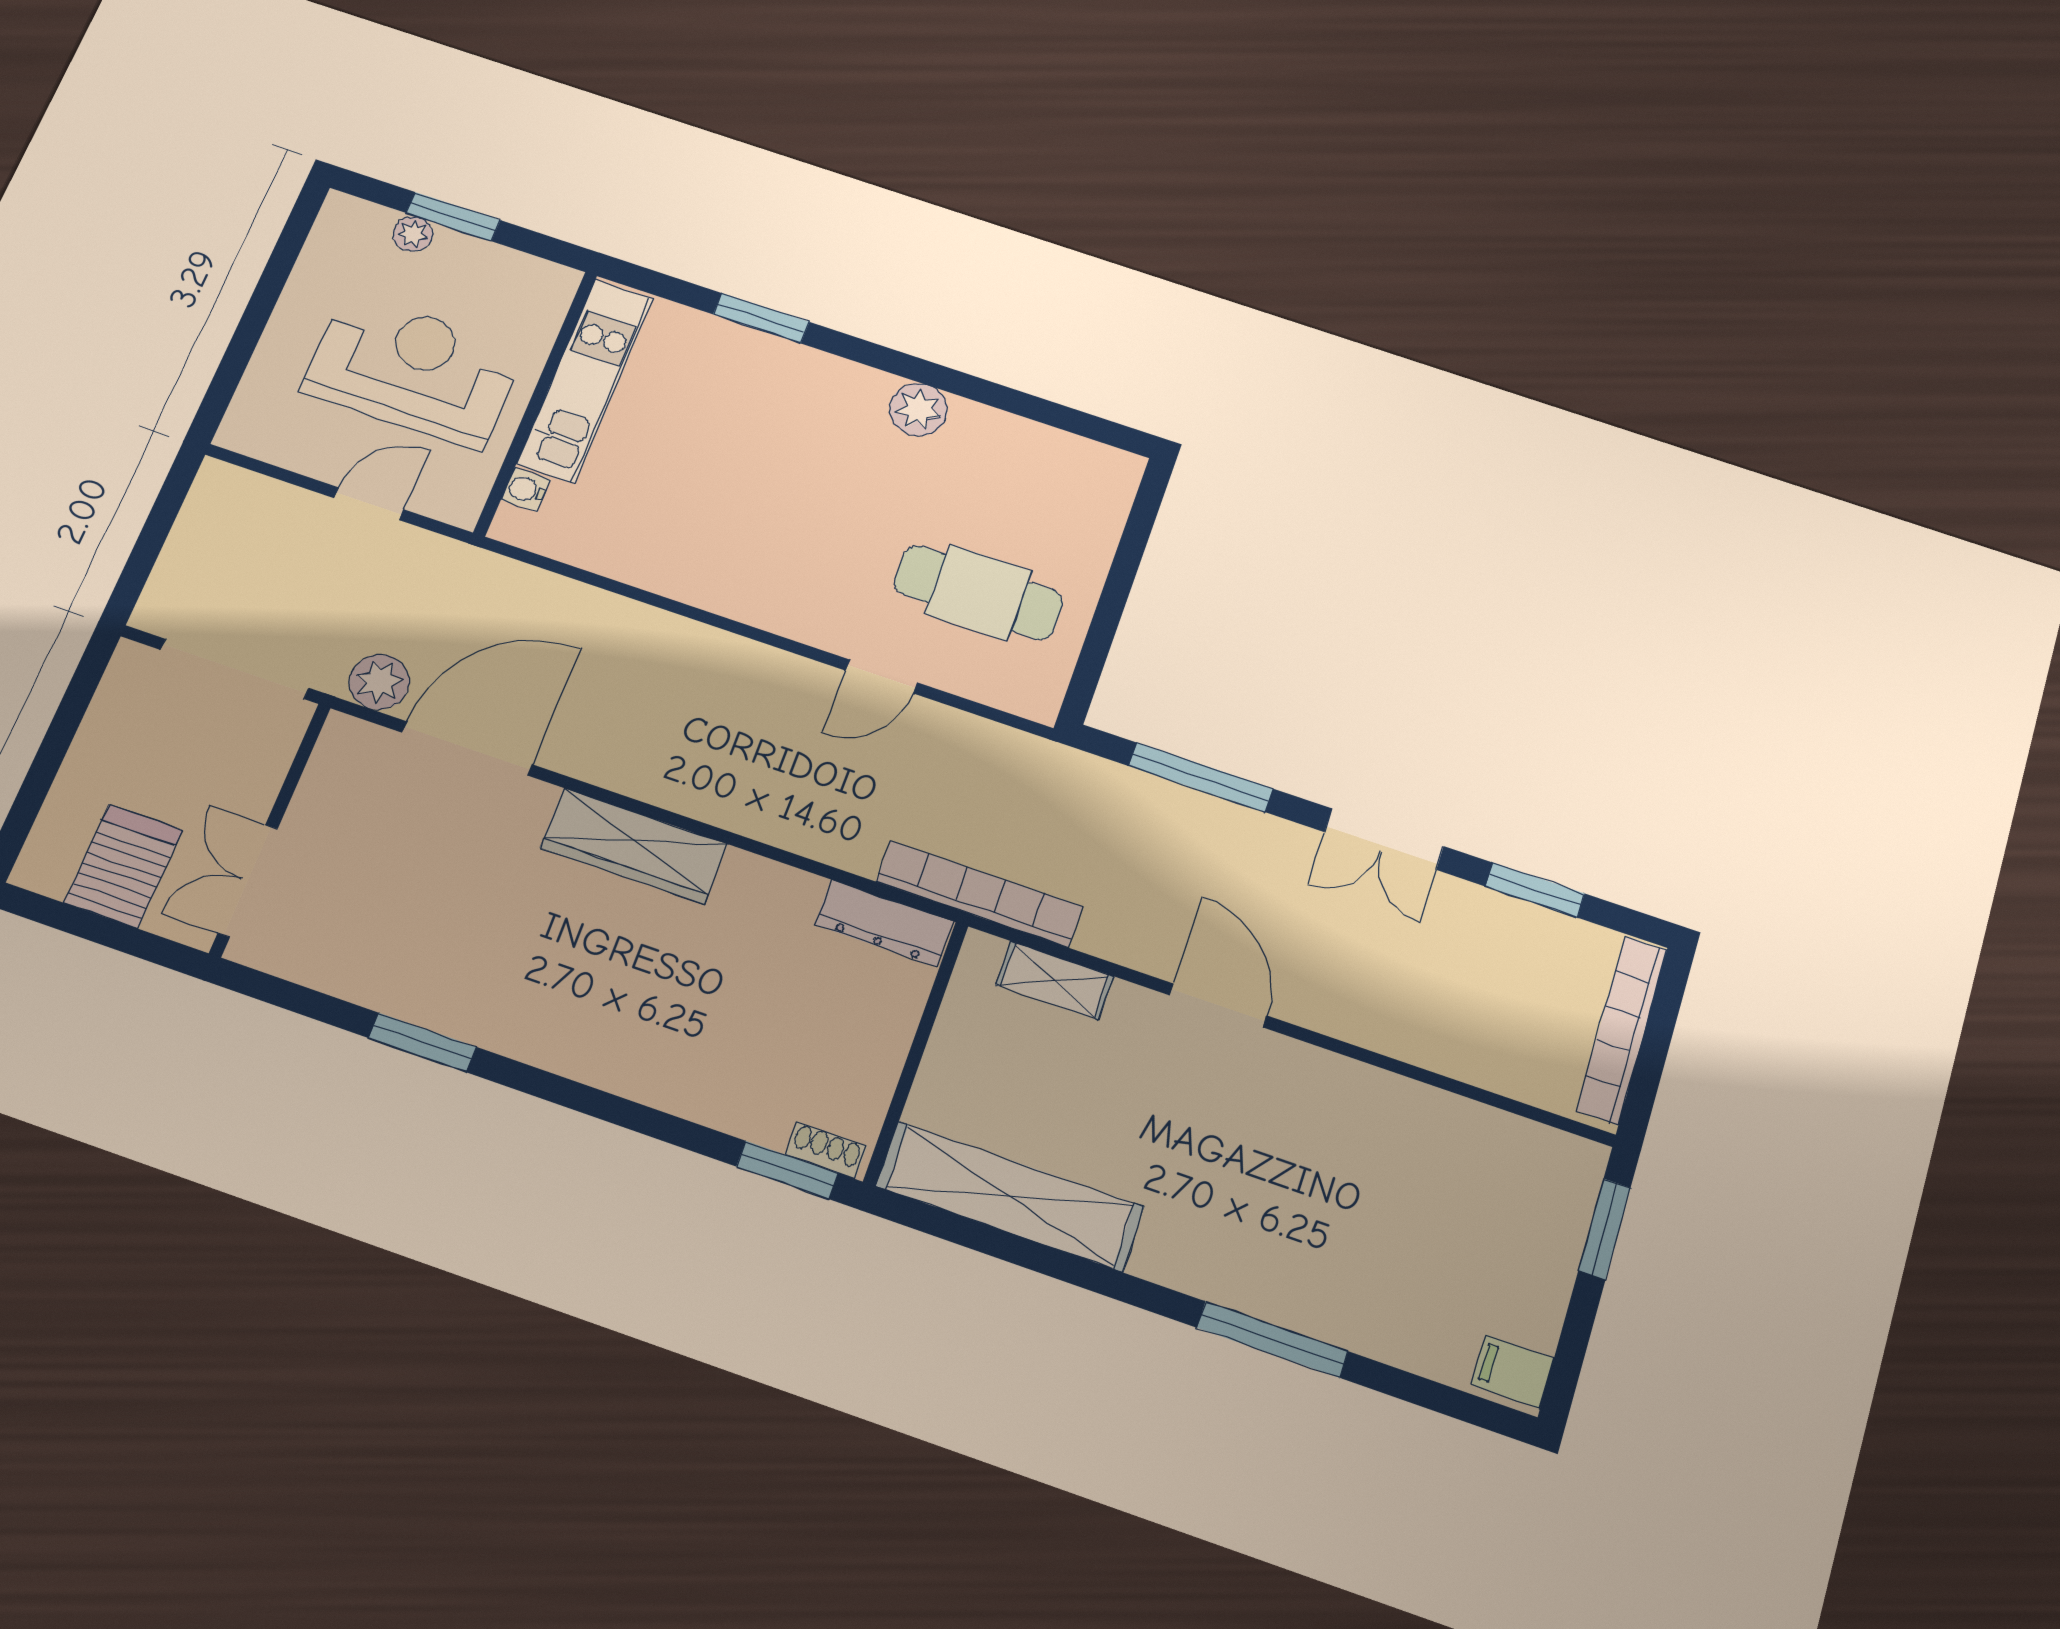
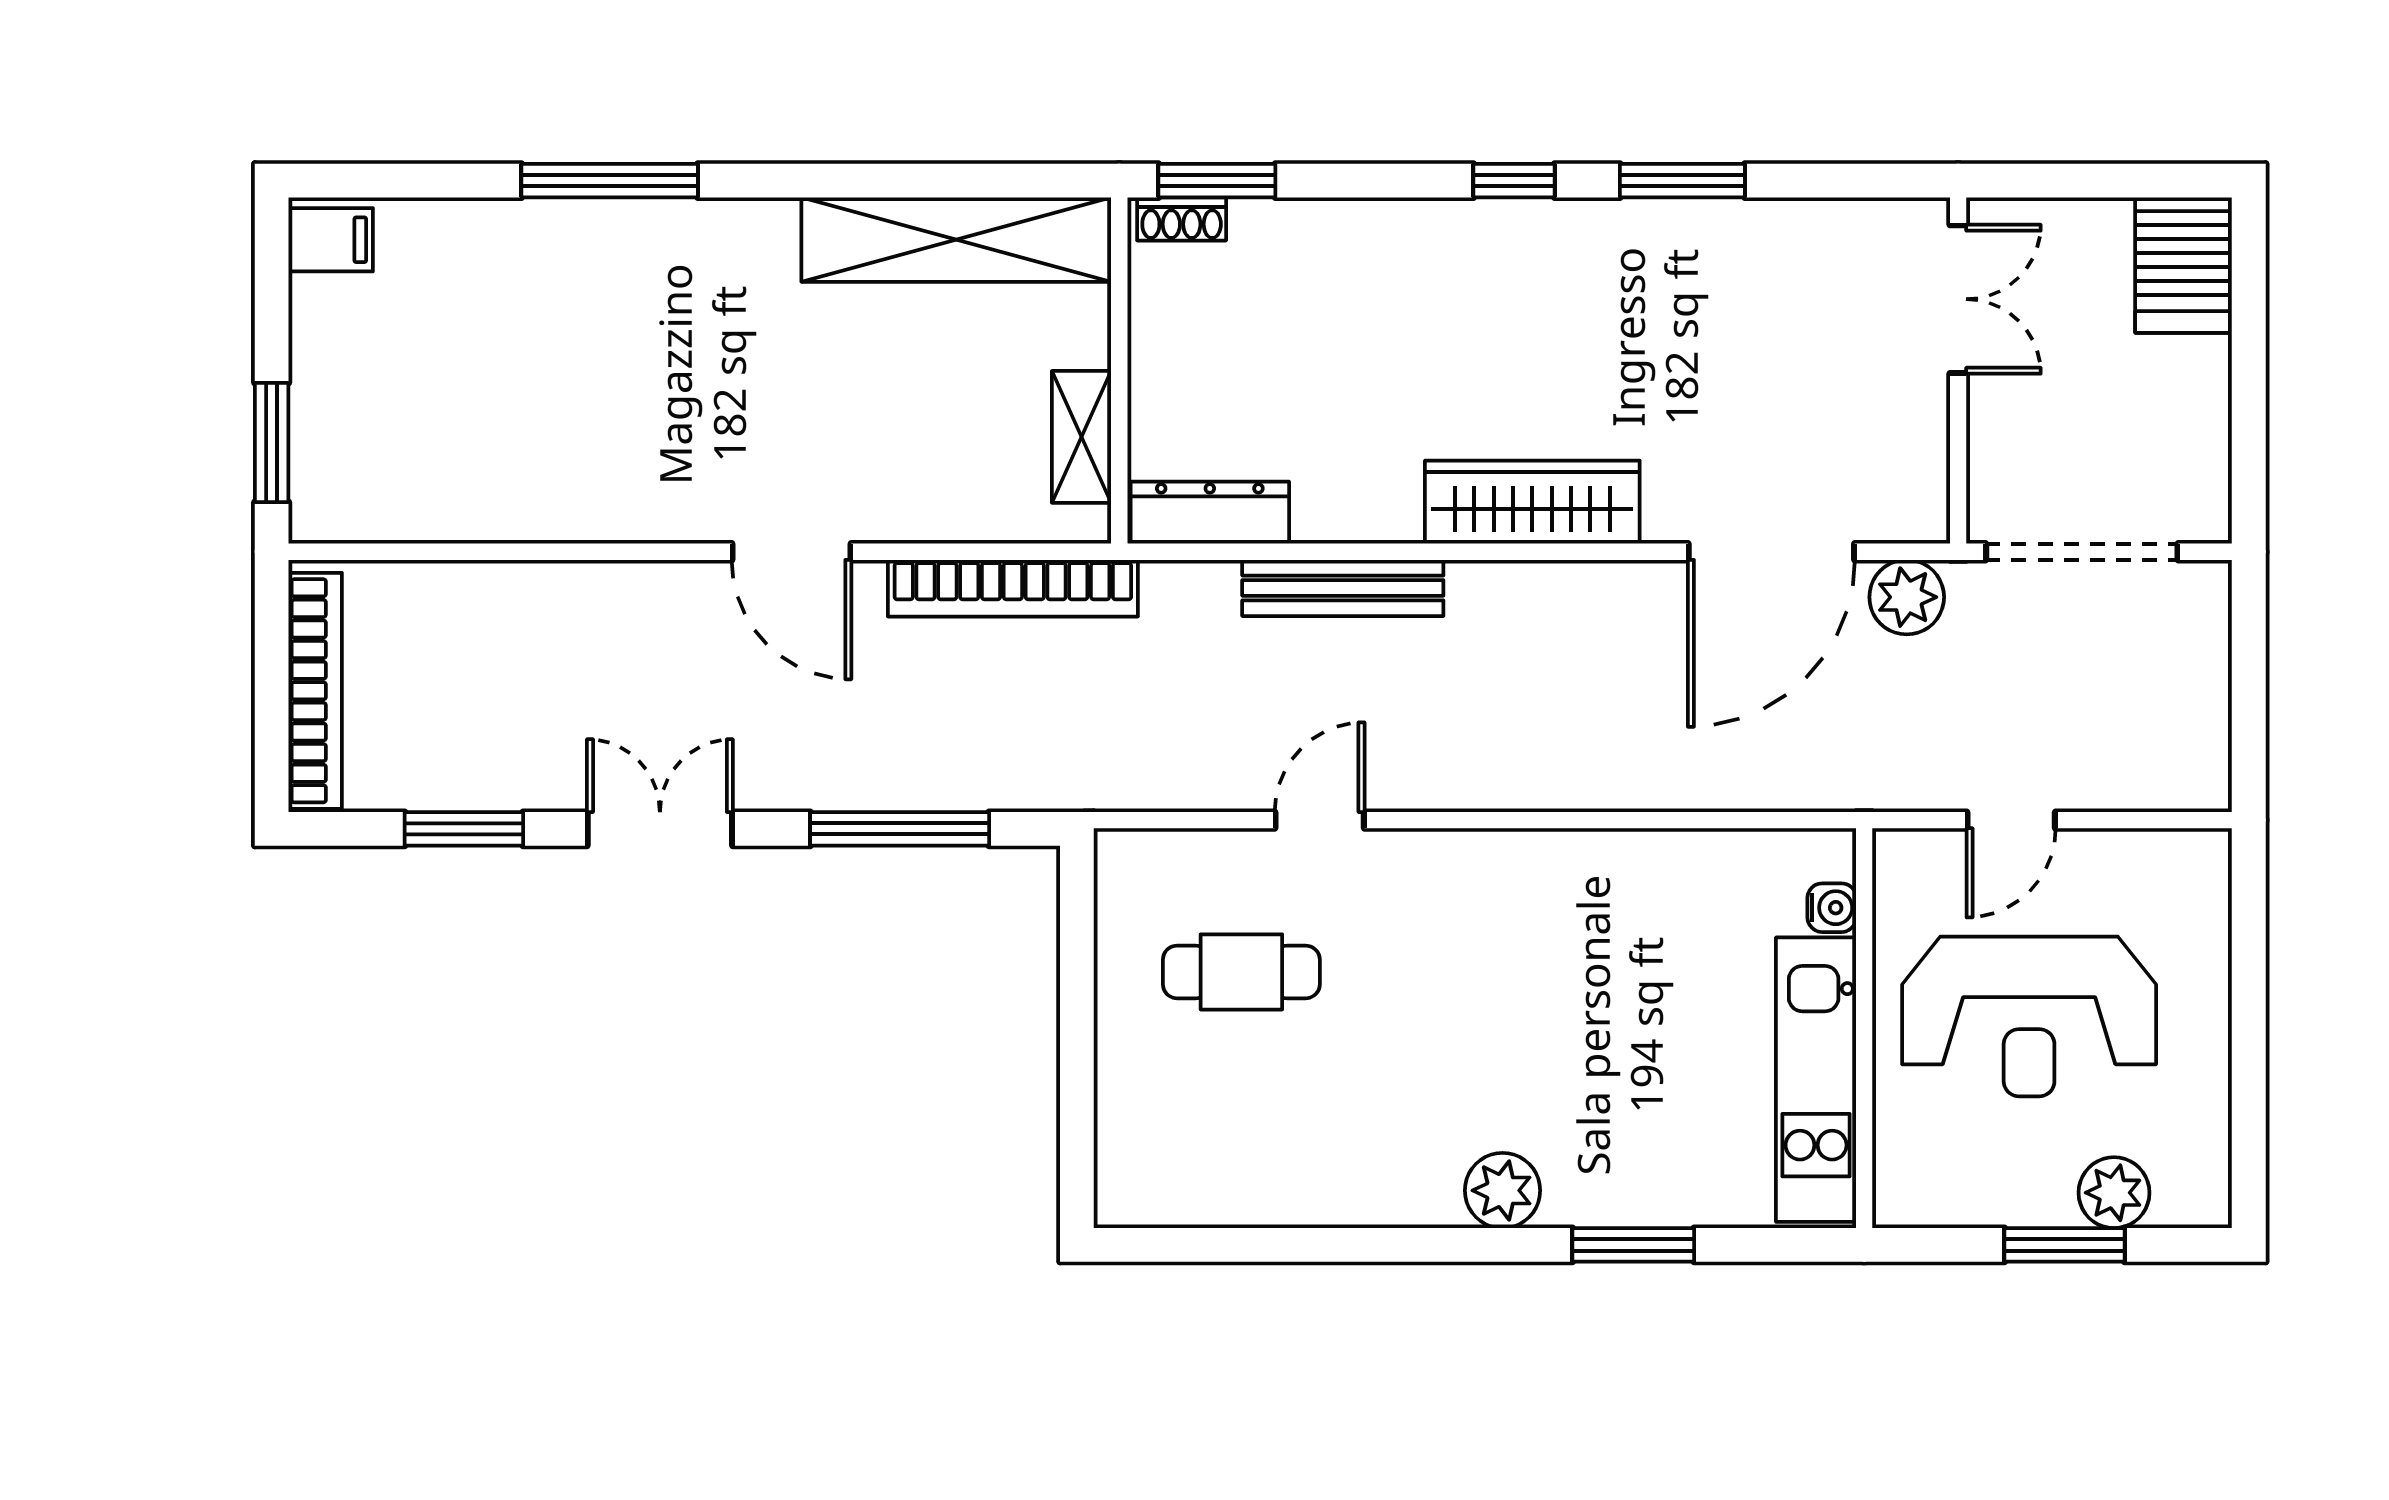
plant: (413, 234) -> (2114, 1193), width x1.38, depth x1.38
plant: (918, 410) -> (1503, 1190), moved
cafe table: (979, 592) -> (1241, 972), width x0.73, depth x0.74
bench: (802, 834) -> (1343, 588), added
server rack: (123, 866) -> (2184, 265), moved
bookcase: (979, 894) -> (1013, 588), moved
shelving: (1055, 980) -> (1082, 437), moved, turned 90
window: (554, 1088) -> (1514, 181), added

